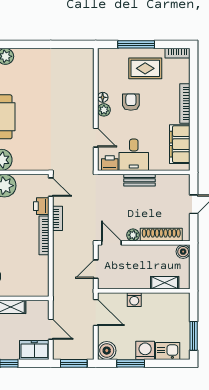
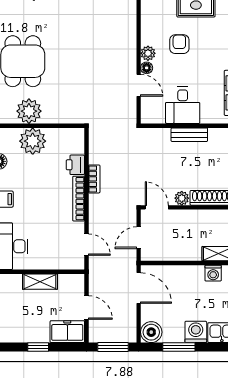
floor lamp: (103, 97) -> (147, 68), moved
printer: (110, 163) -> (155, 115), removed
door: (51, 187) -> (86, 245), moved
washing machine: (134, 300) -> (213, 273), moved

